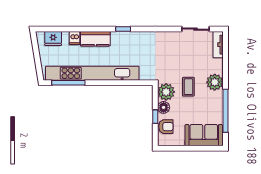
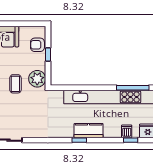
window: (71, 29) -> (131, 140), added
kitchen counter: (95, 39) -> (89, 131), moved
floor lamp: (164, 107) -> (40, 64), removed

